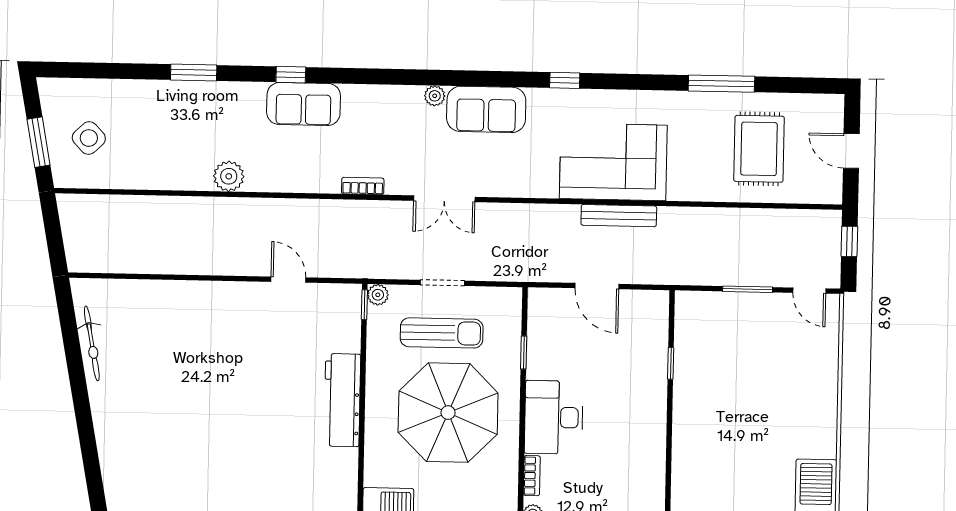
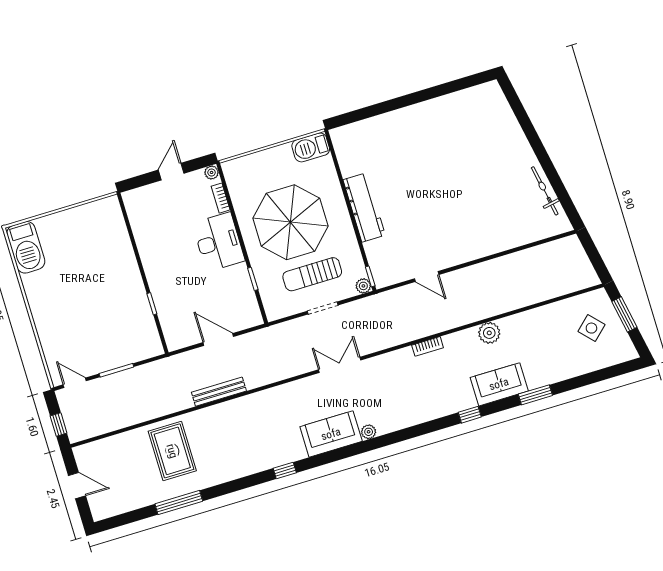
sofa: (304, 104) -> (499, 384), moved
rug: (759, 149) -> (172, 451), moved
corner sofa: (613, 162) -> (234, 426), removed
bookcase: (363, 186) -> (428, 346), moved

